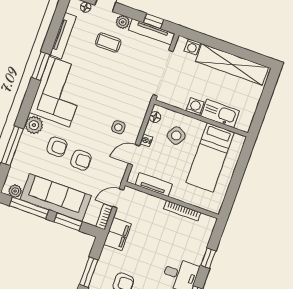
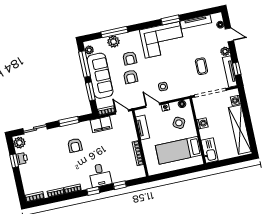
coffee table: (108, 43) -> (201, 66), moved
kitchen sink: (220, 113) -> (210, 150), moved
plant: (34, 125) -> (113, 42), moved

